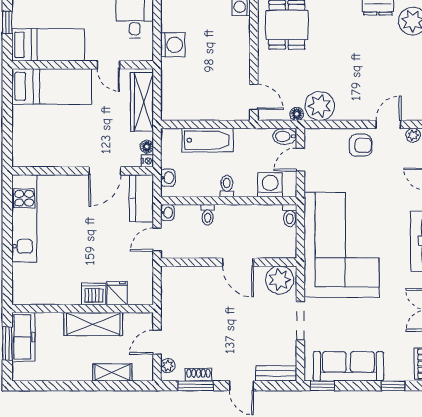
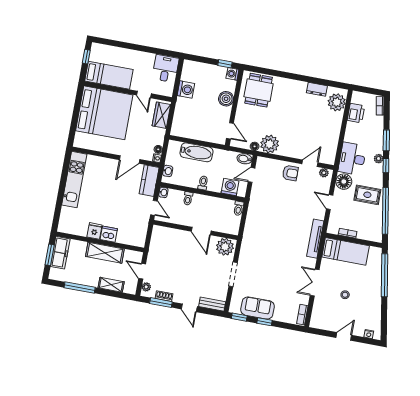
boiler: (238, 48) -> (226, 99), added
bed: (52, 86) -> (104, 113), width x2.04
wardrobe: (142, 102) -> (161, 115), width x0.67
door: (157, 240) -> (154, 208), swing flipped
corner sofa: (342, 245) -> (267, 232), removed
fridge: (117, 293) -> (94, 231), moved
door: (157, 342) -> (142, 271), hinge flipped
sofa: (348, 366) -> (258, 308), width x0.73
window: (64, 386) -> (80, 288), added
window: (393, 386) -> (265, 322), moved

